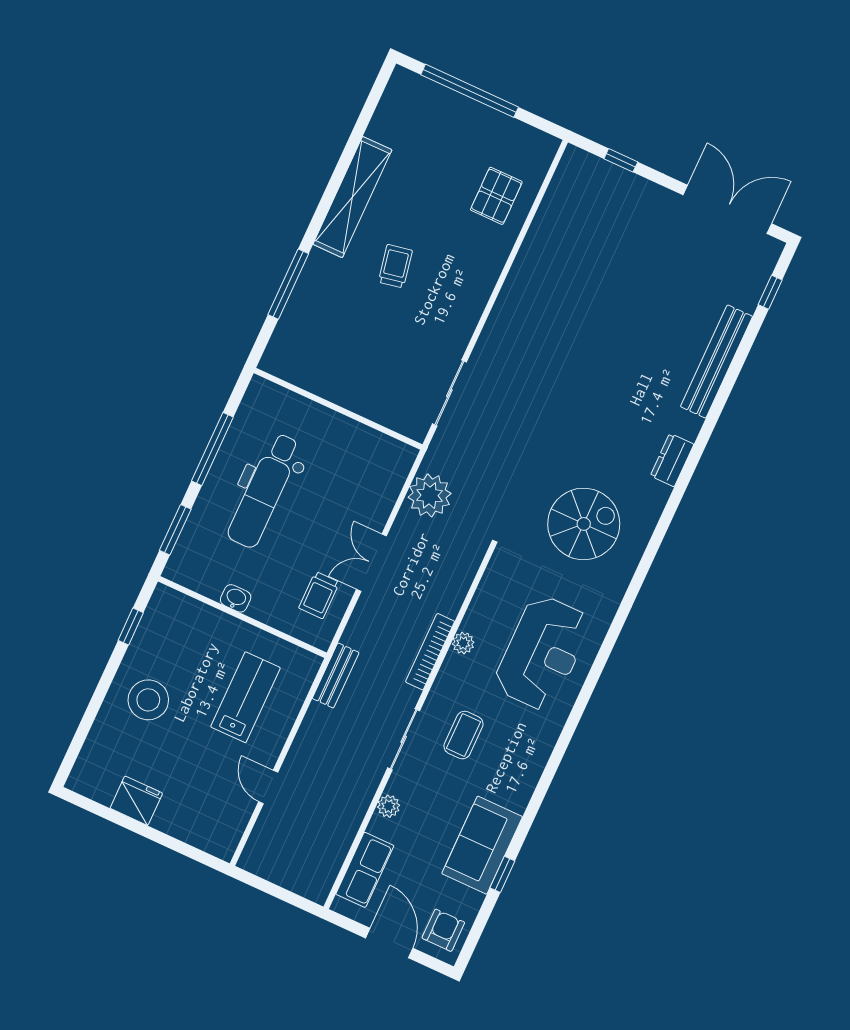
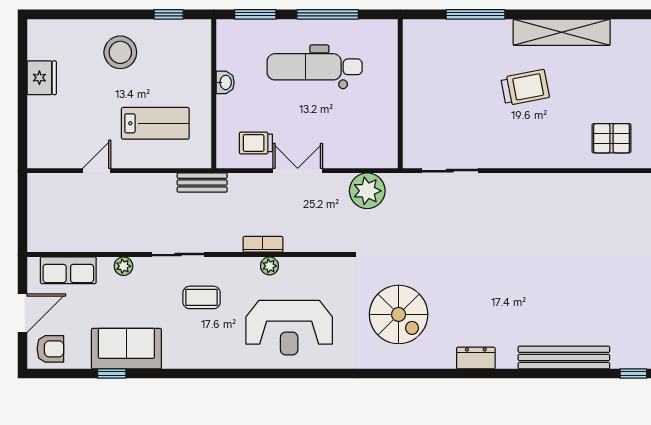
trolley: (395, 266) -> (525, 87), width x1.36, depth x1.39
bookcase: (430, 652) -> (263, 244), width x0.64

